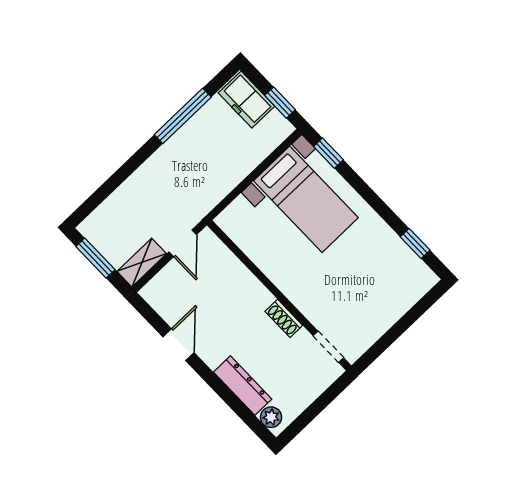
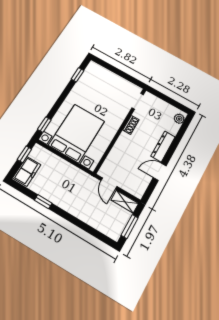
window: (183, 116) -> (43, 202), width x0.46
bed with nightstands: (306, 199) -> (77, 133), width x1.36
door: (183, 243) -> (109, 183), swing flipped
dresser: (243, 386) -> (163, 146), moved

